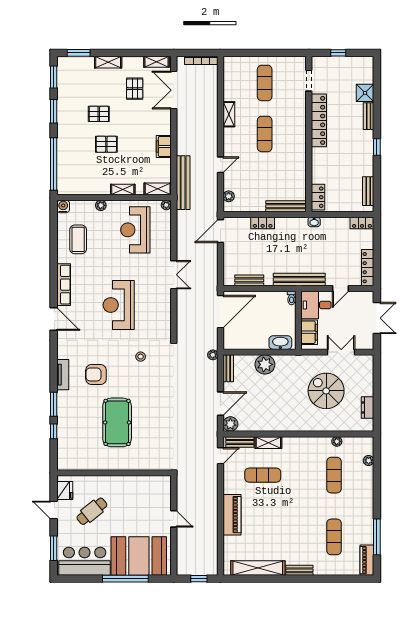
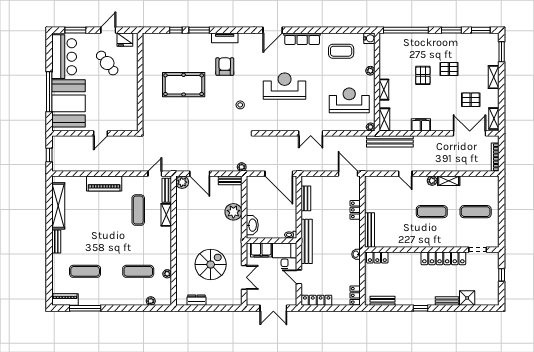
pallet: (99, 114) -> (449, 69), turned 90
plant: (229, 196) -> (432, 181), moved
door: (220, 456) -> (155, 174), swing flipped

